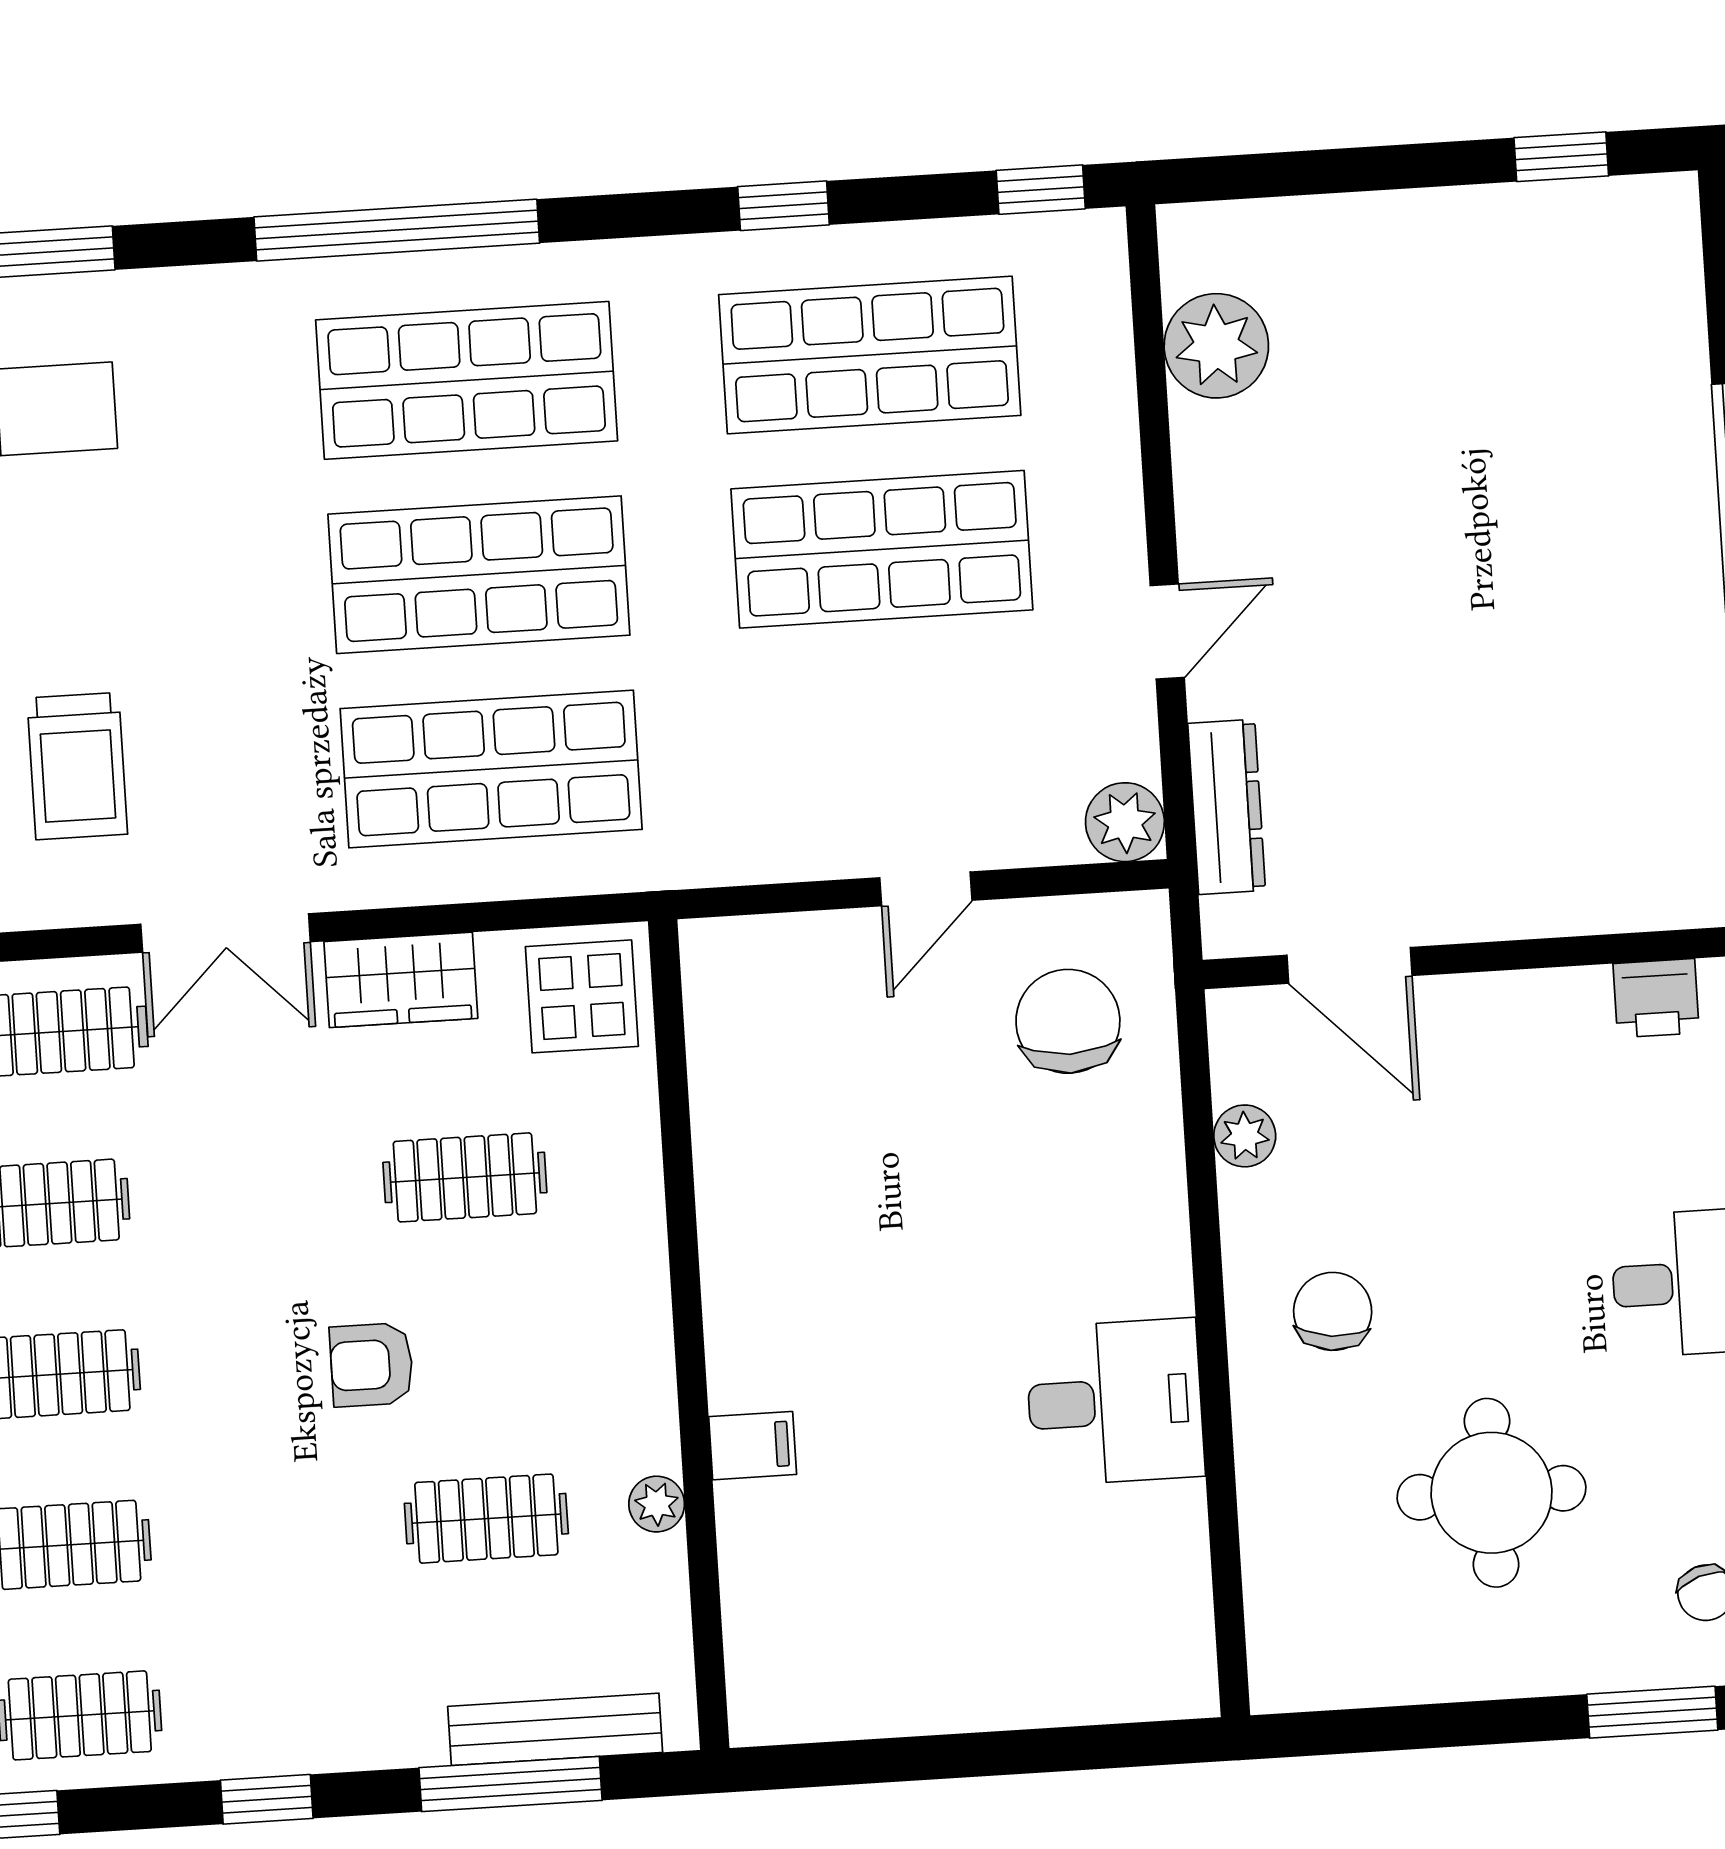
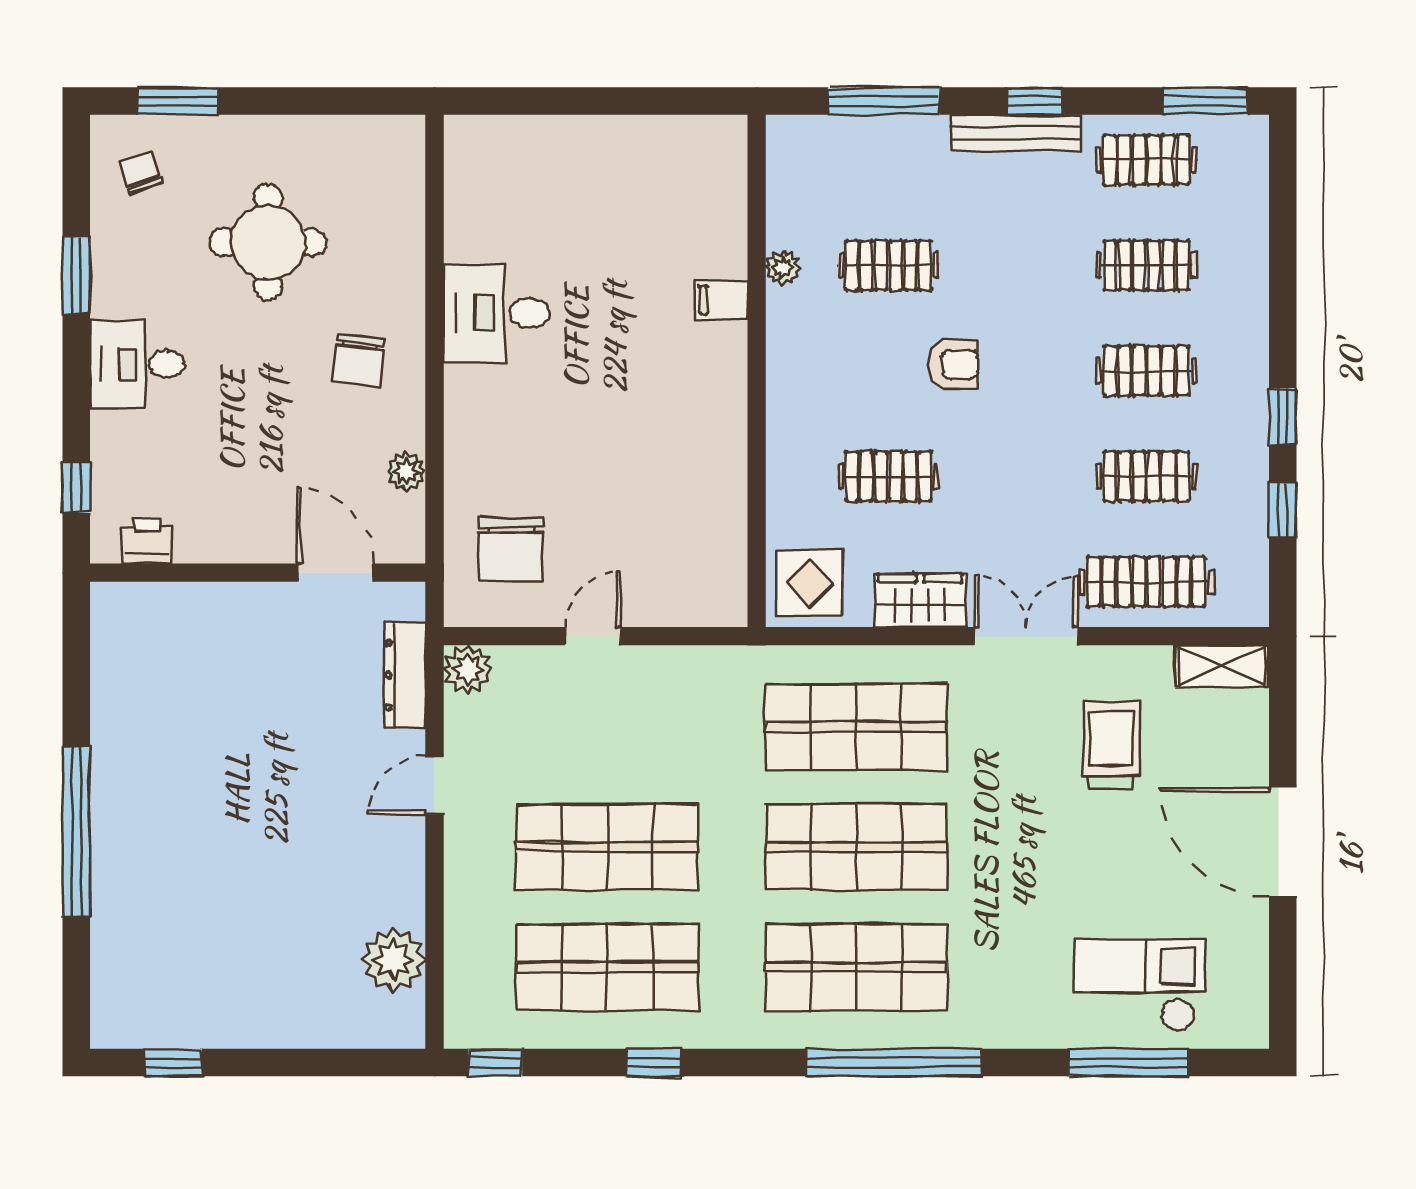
bench: (555, 1729) -> (1016, 133), moved

